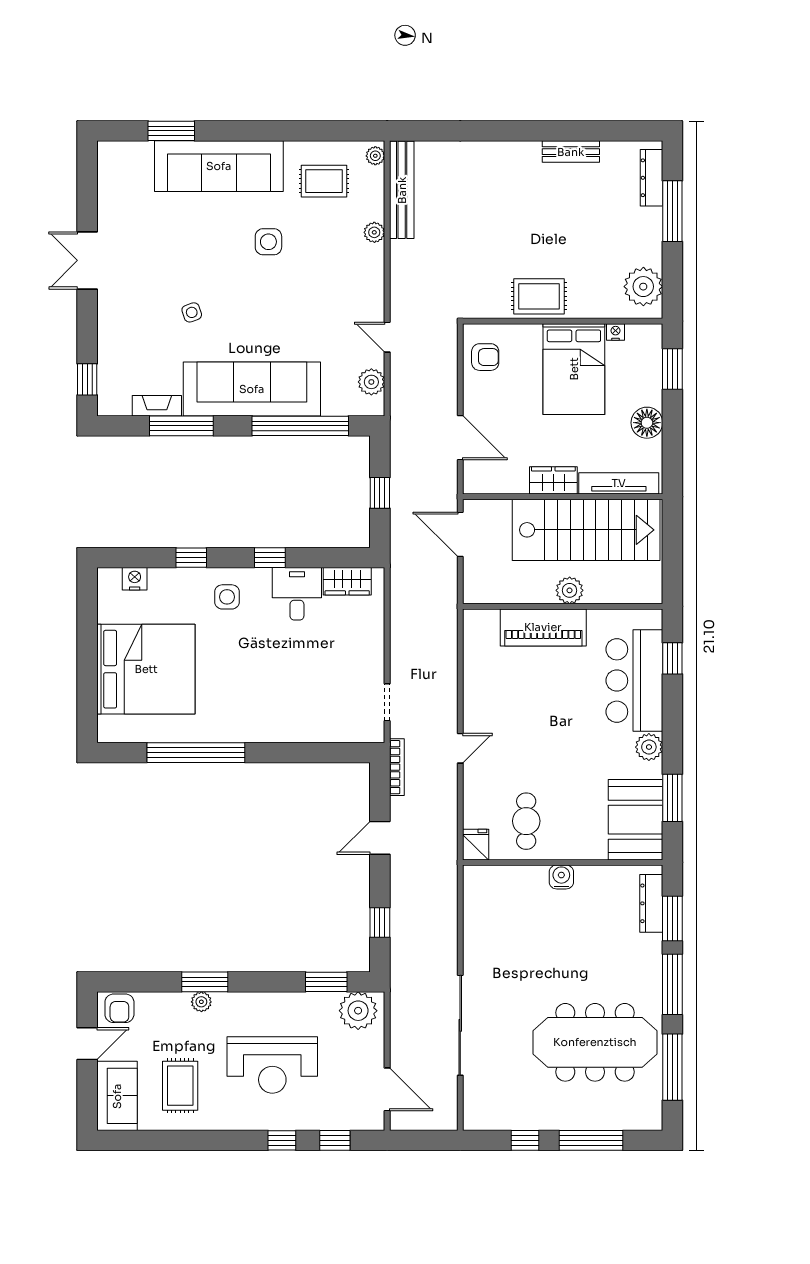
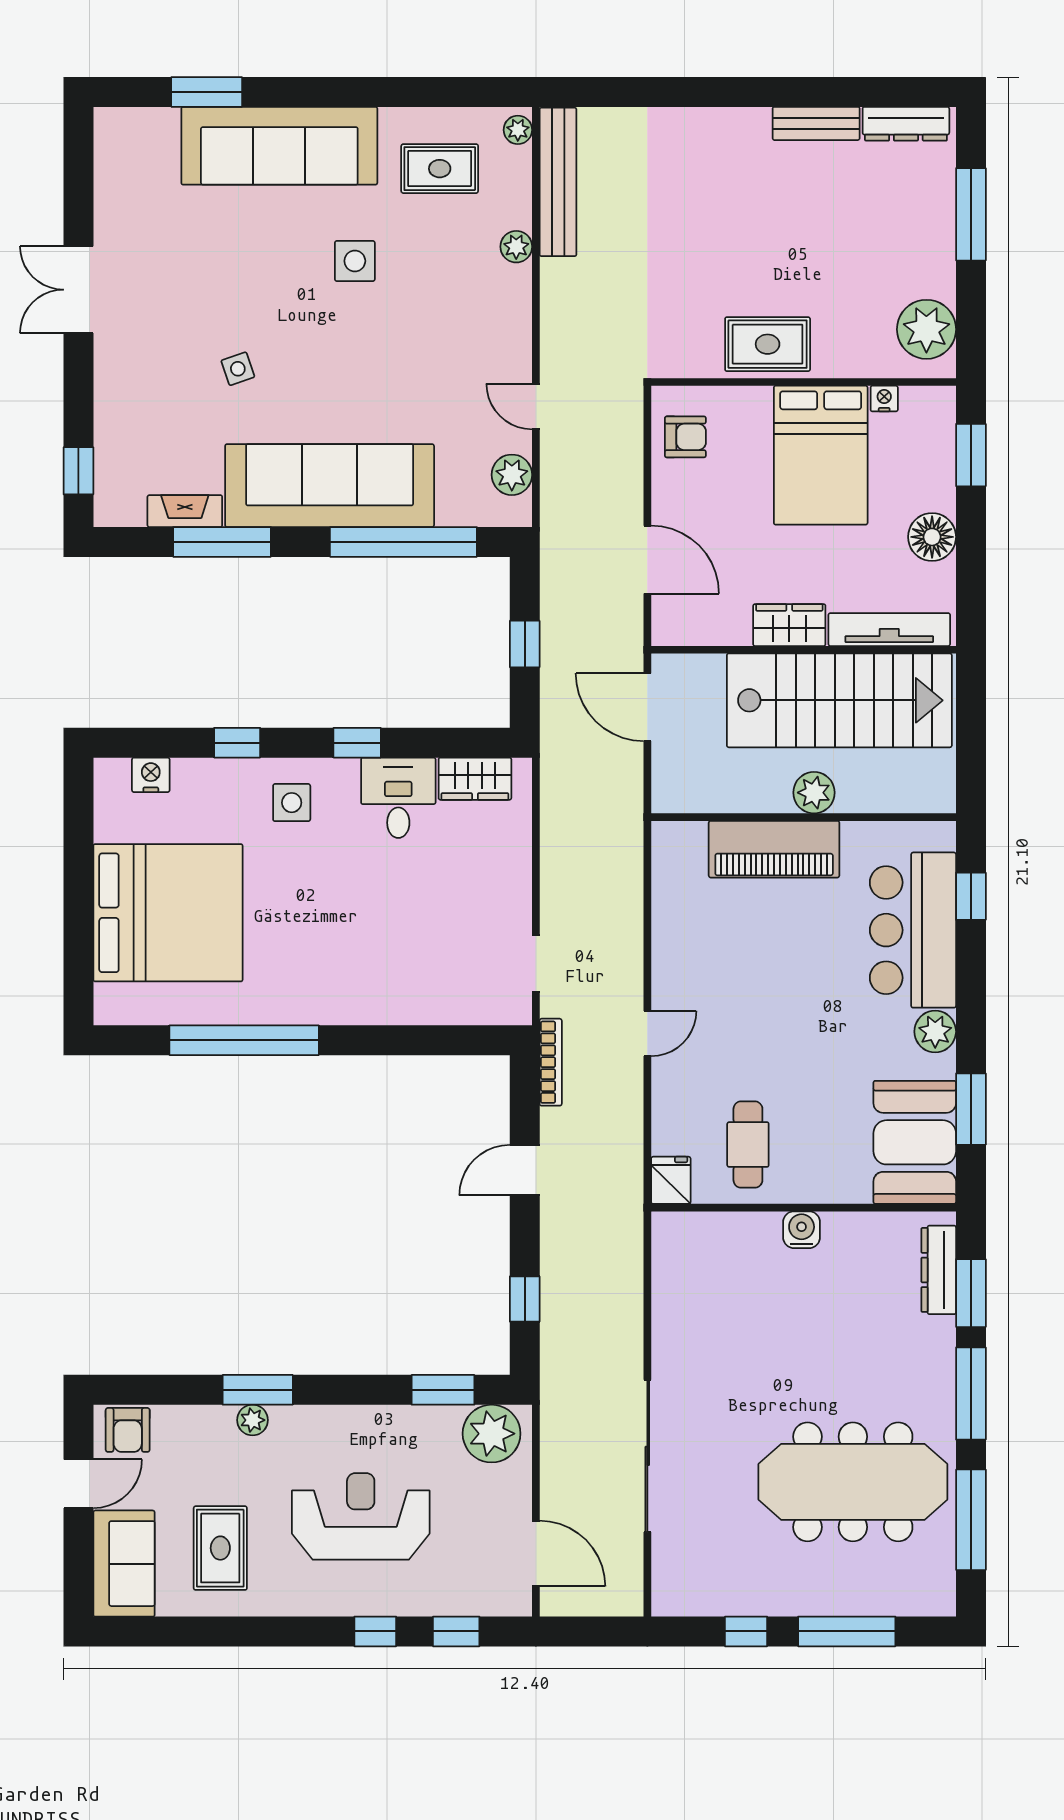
dresser: (652, 178) -> (906, 124), moved, turned -90
reception desk: (272, 1065) -> (361, 1516), turned 180

